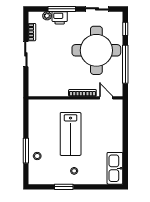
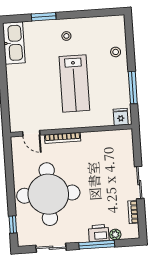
window: (125, 64) -> (10, 179), removed
fridge: (37, 106) -> (121, 117), added
lab bench: (71, 134) -> (74, 83), turned 180
window: (26, 151) -> (133, 88), moved
window: (64, 187) -> (44, 17), moved

